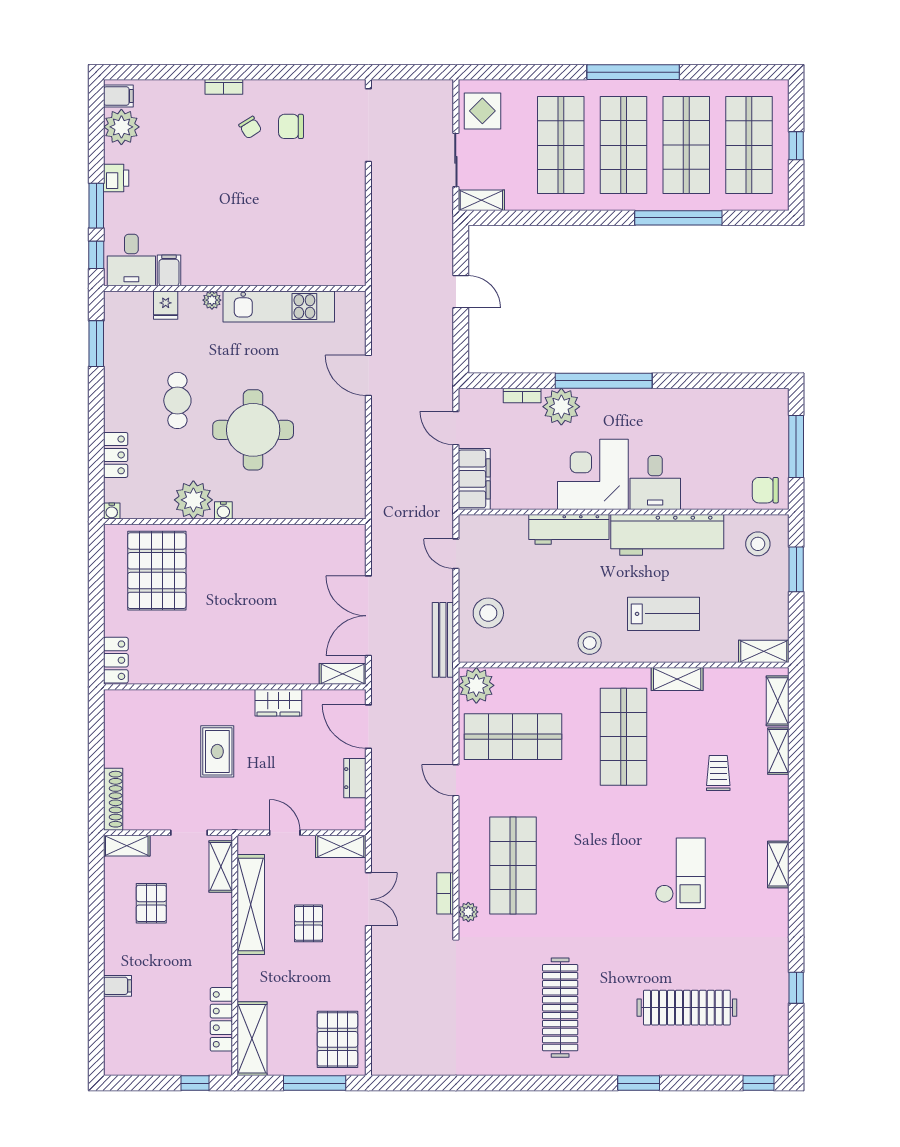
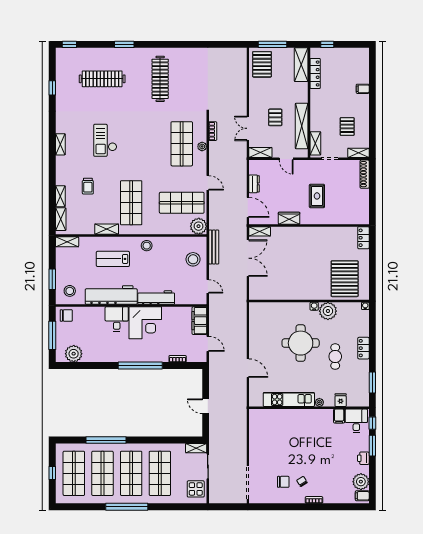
plant: (561, 407) -> (74, 354), moved
locker: (116, 455) -> (363, 348), moved
plant: (468, 912) -> (202, 146), moved

